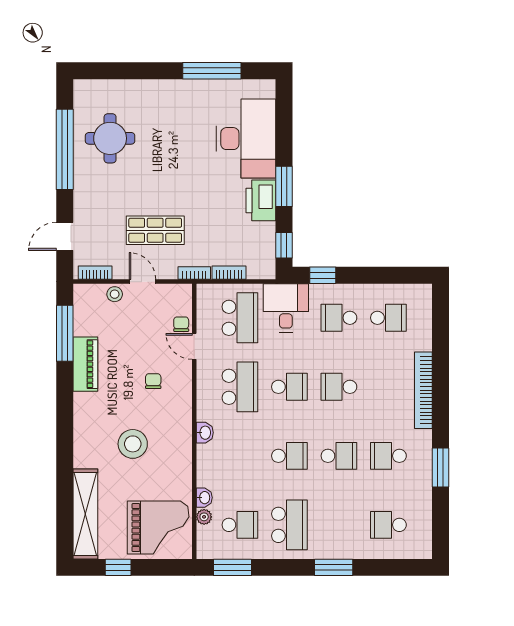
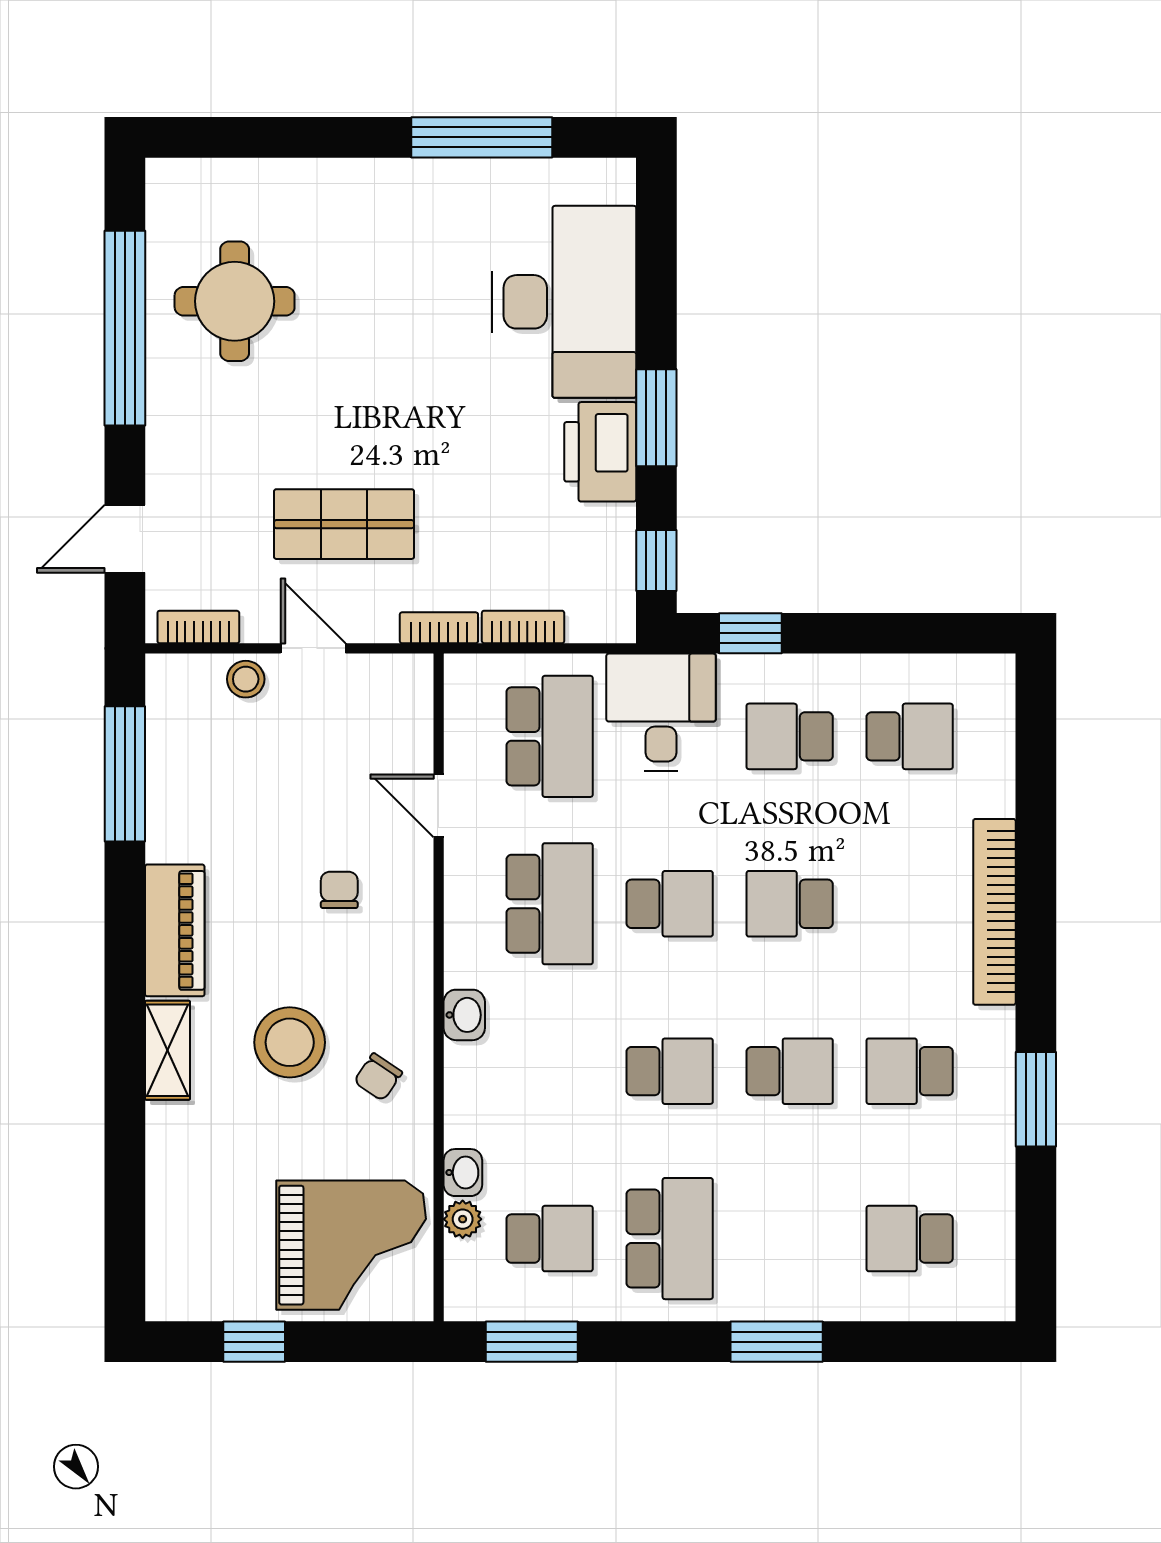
chair: (181, 324) -> (378, 1077), moved, turned -146
piano: (85, 364) -> (175, 930), moved
shelving: (85, 514) -> (168, 1050), moved, width x0.45, depth x0.75

